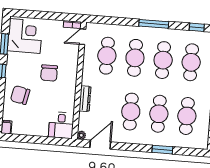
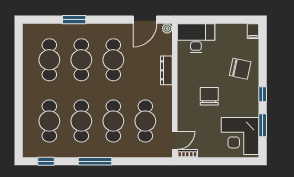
desk: (61, 125) -> (196, 38), width x1.37

